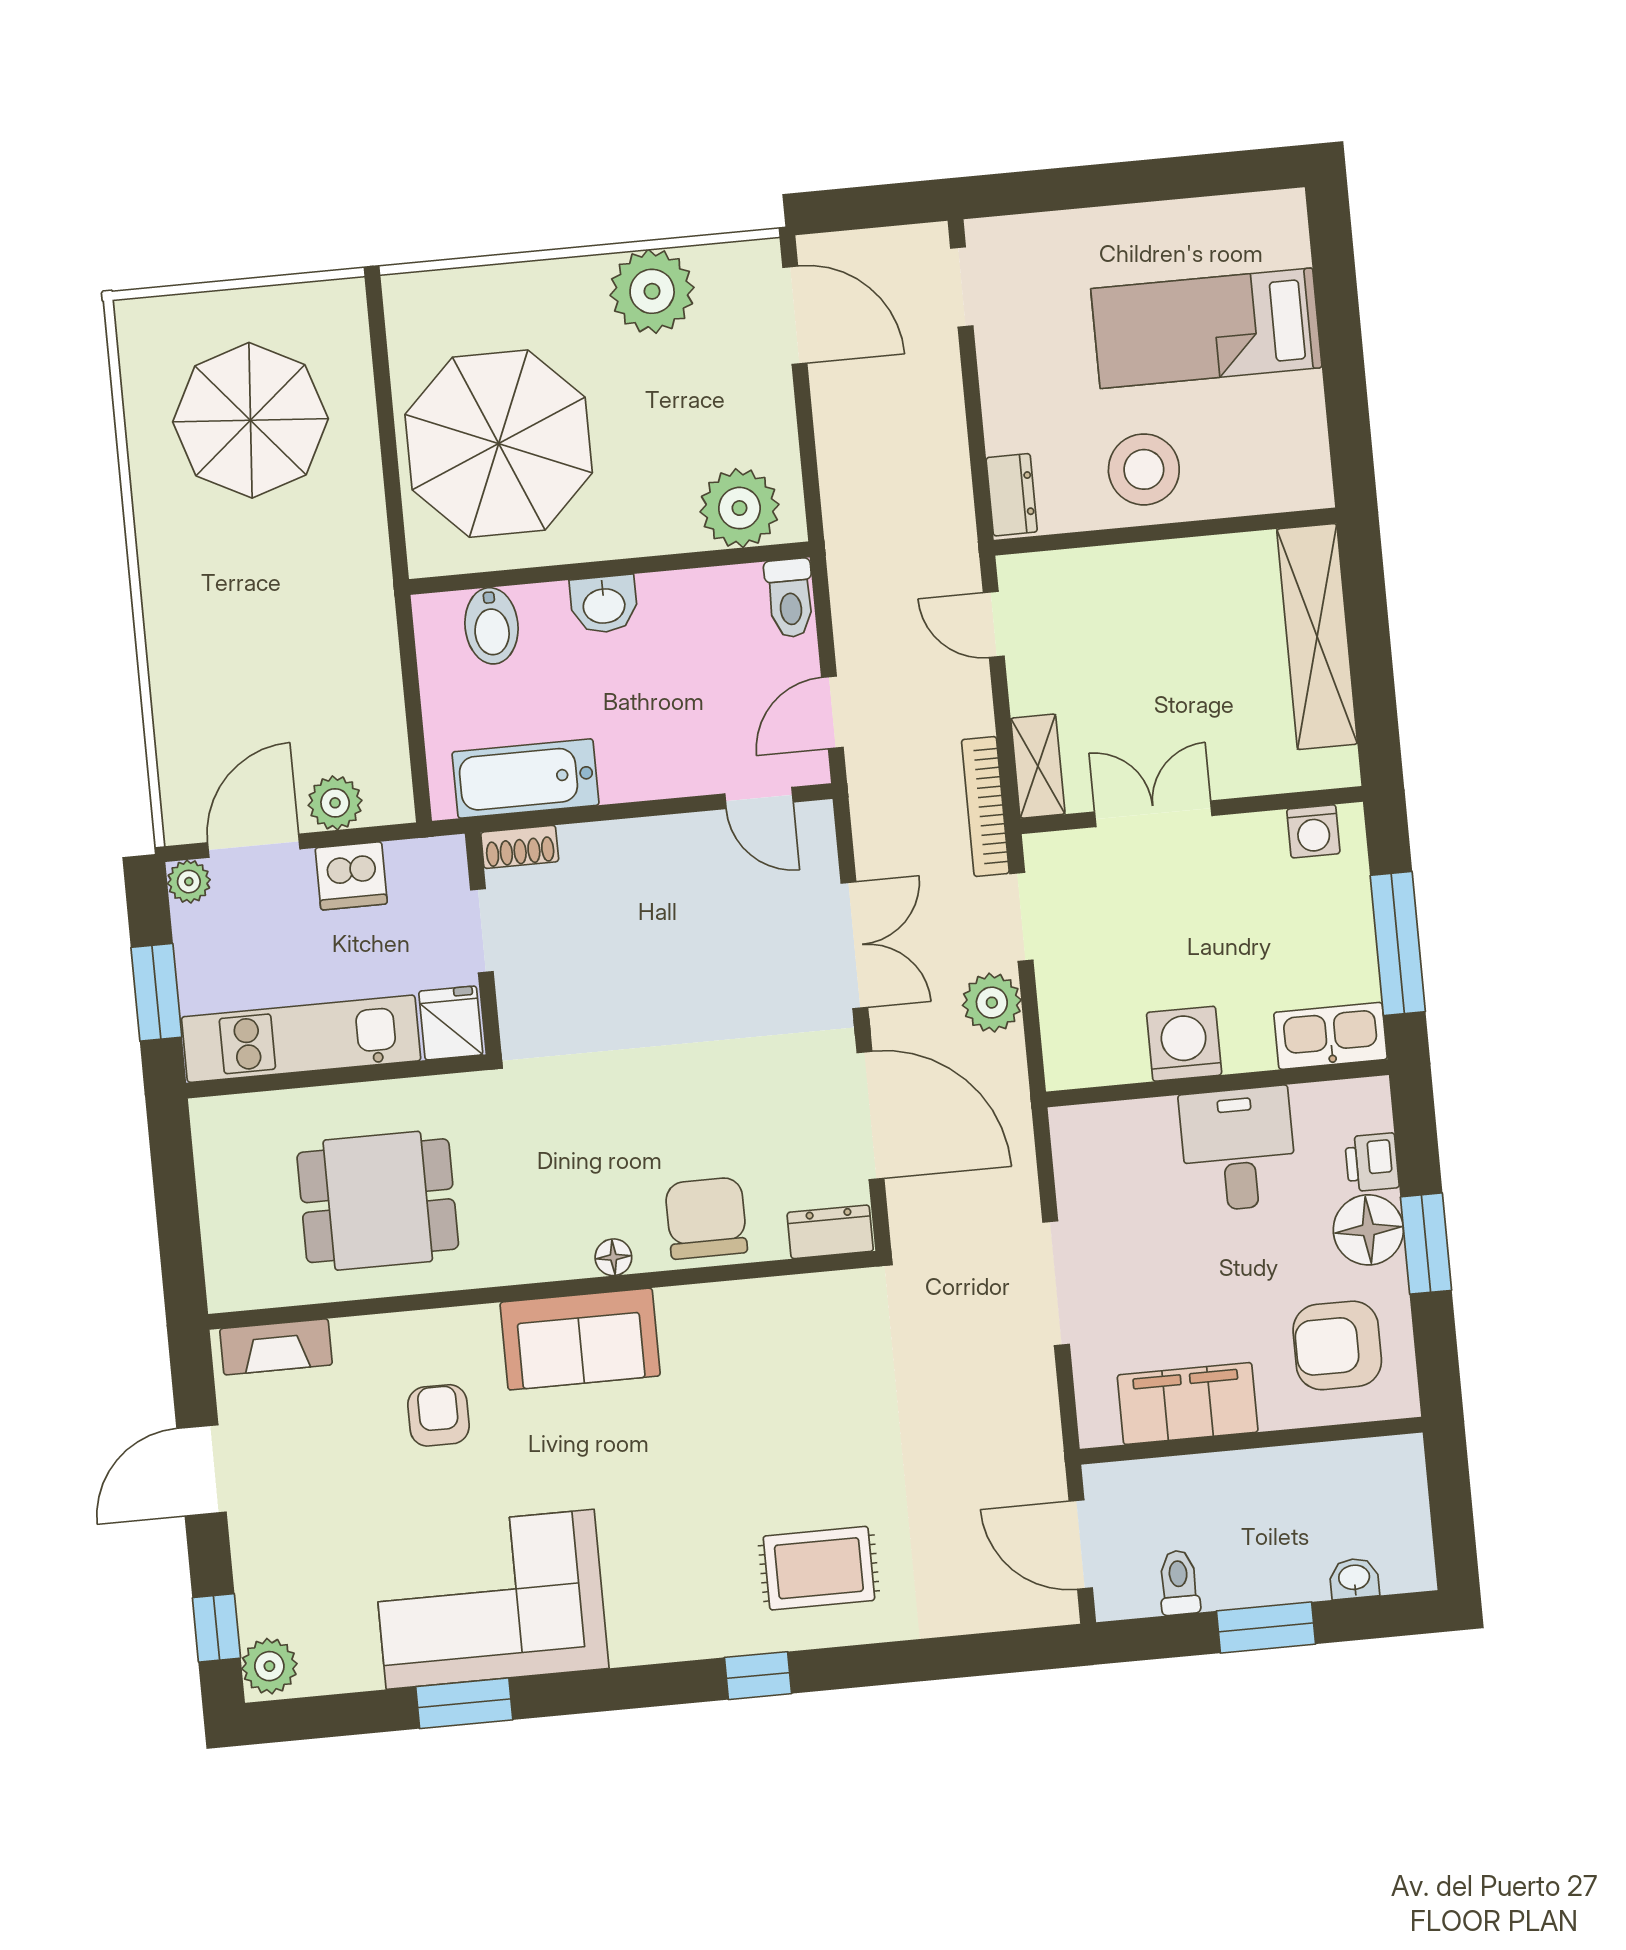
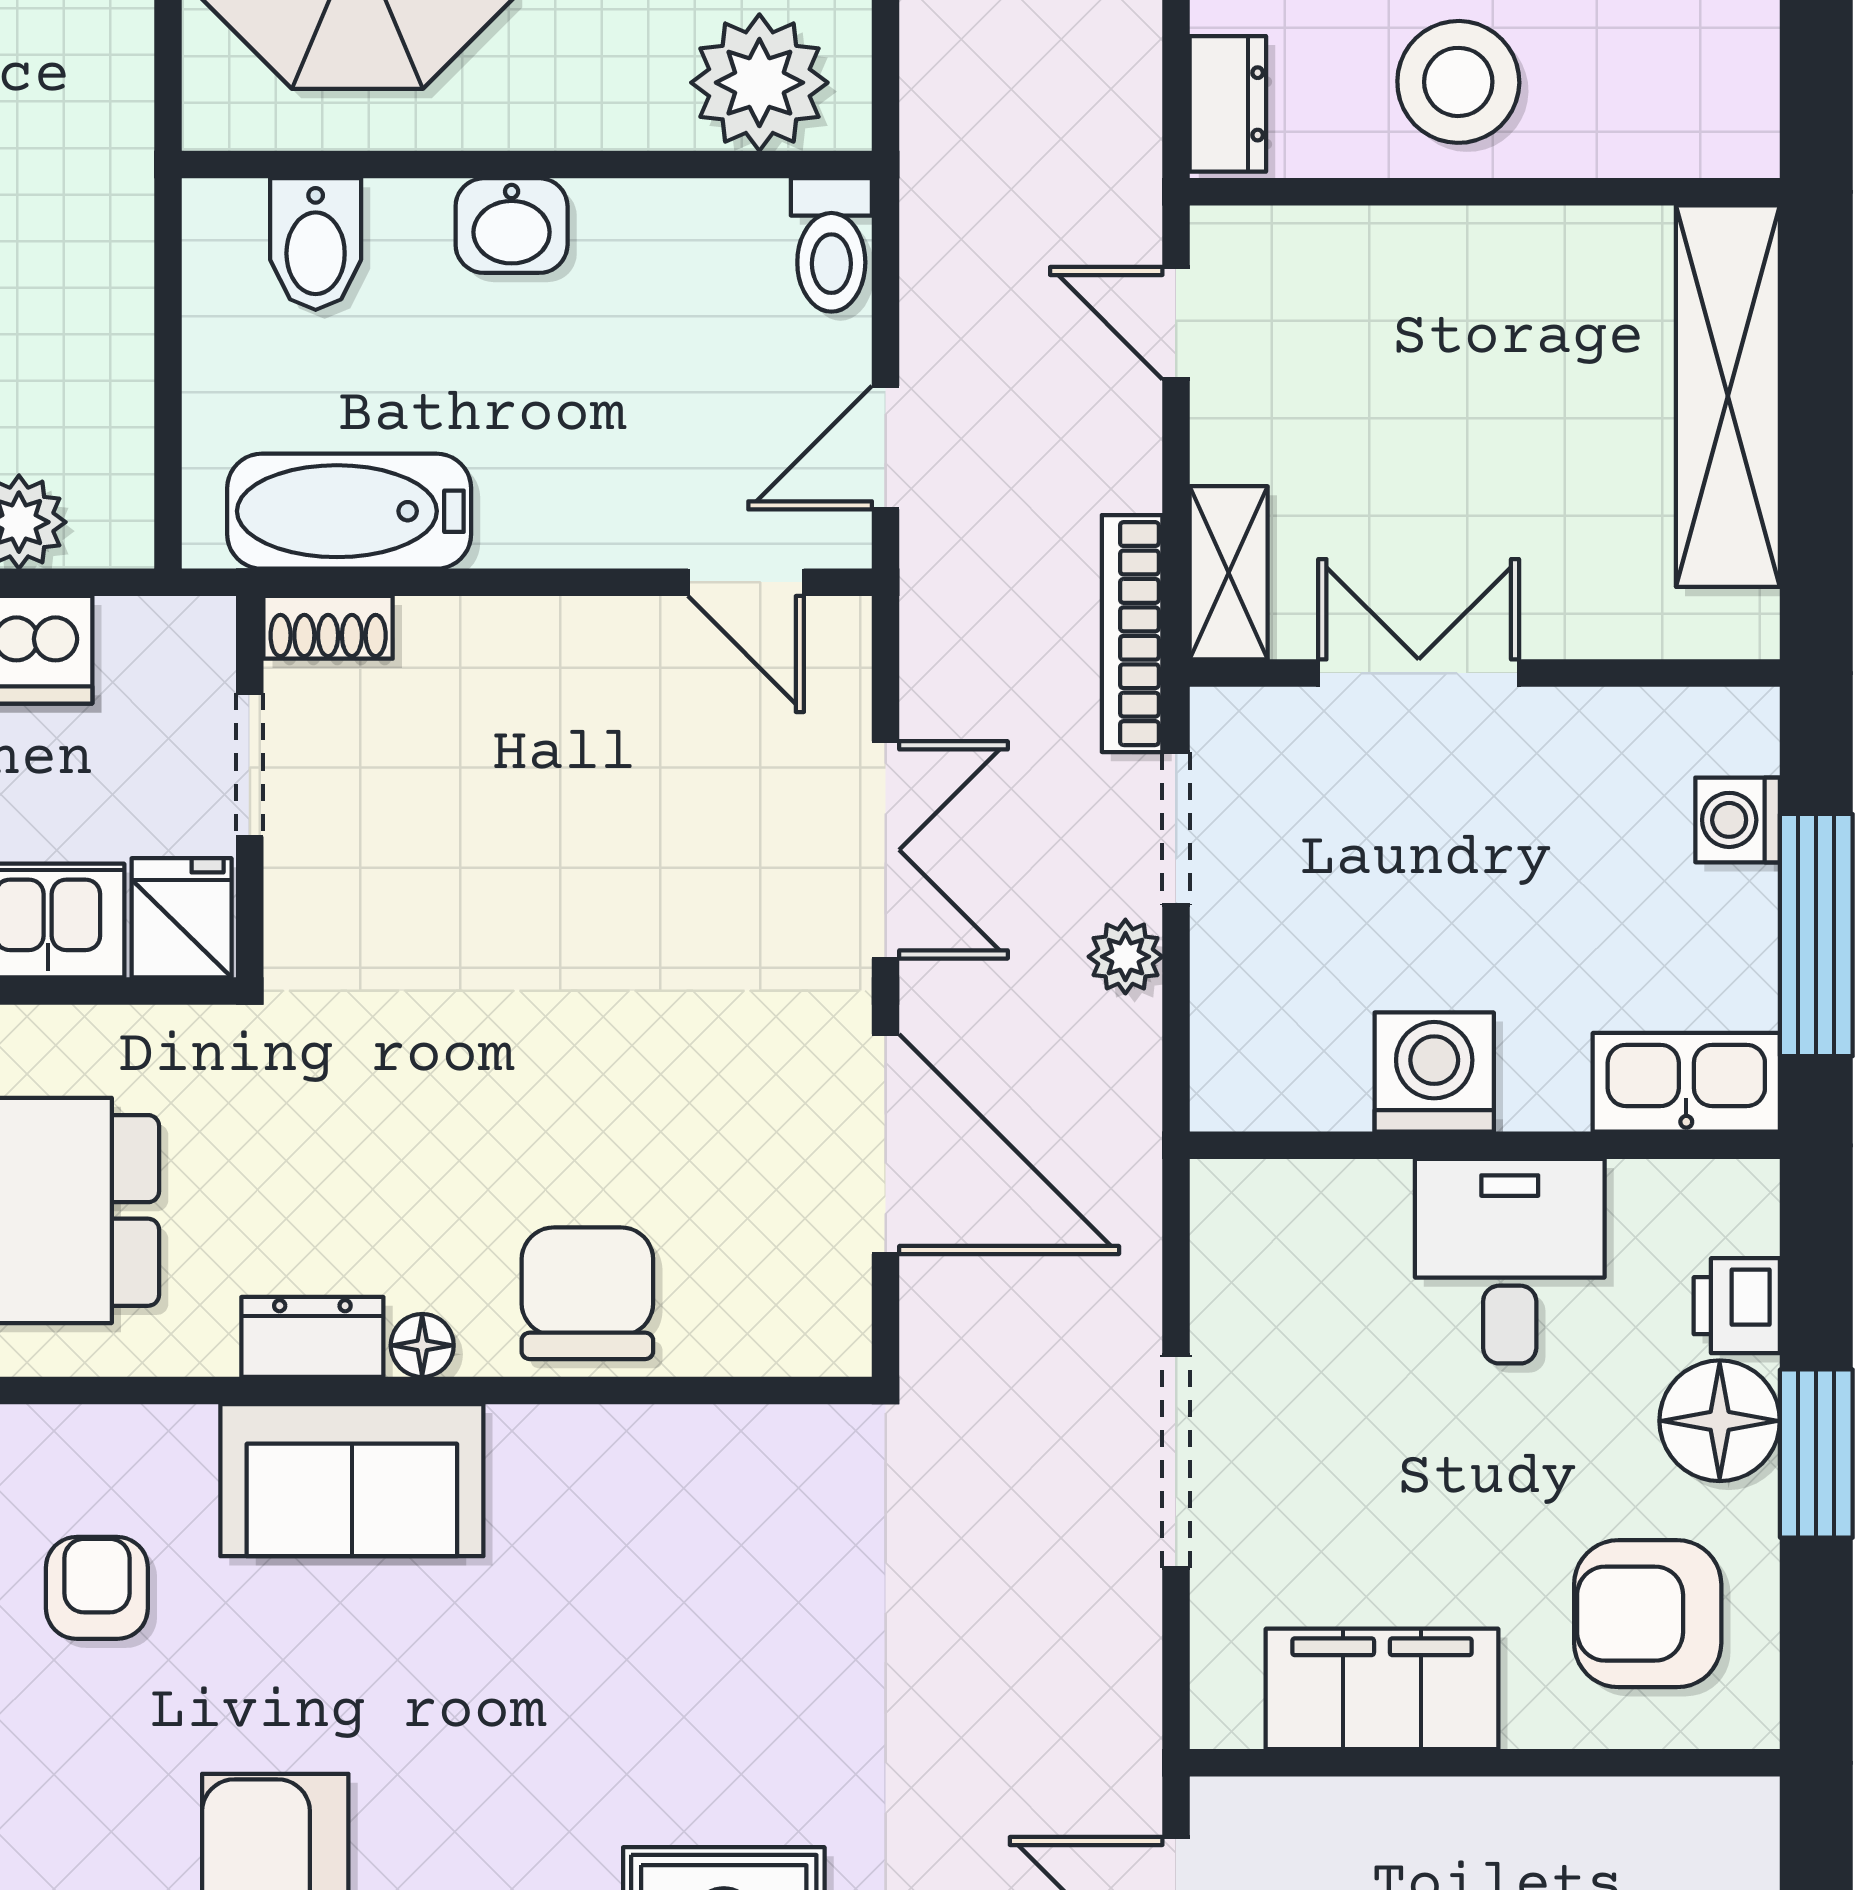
washing machine: (1313, 831) -> (1738, 820), moved, turned 90
plant: (992, 1003) -> (1125, 957), width x0.73, depth x0.73
dresser: (830, 1232) -> (312, 1337), moved

